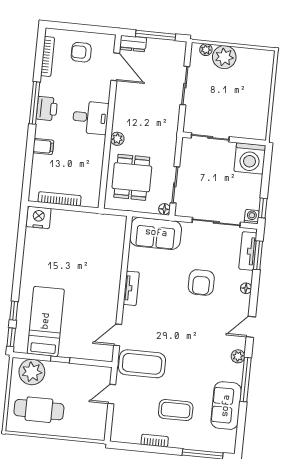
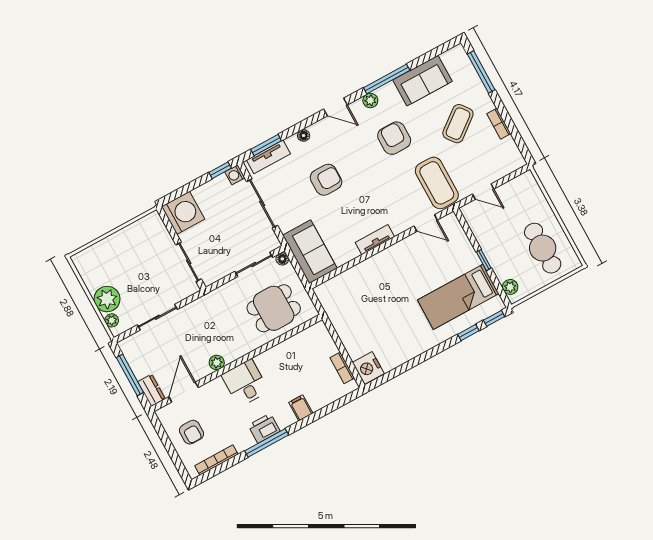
plant: (117, 139) -> (217, 362), moved
bookcase: (60, 199) -> (342, 368), width x0.64
armchair: (197, 355) -> (394, 138), added
plant: (32, 372) -> (510, 287), width x0.53, depth x0.53
coffee table: (176, 410) -> (458, 124), turned 52

